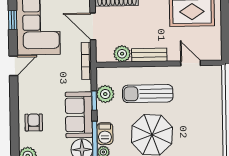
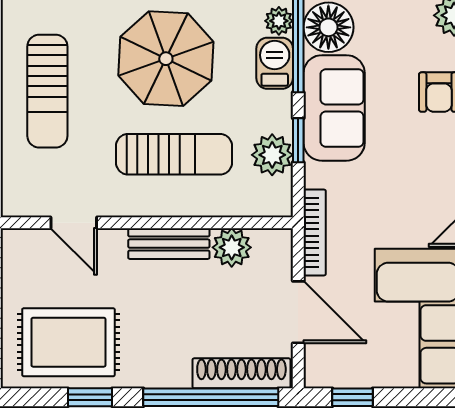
sun lounger: (203, 120) -> (47, 91), added

